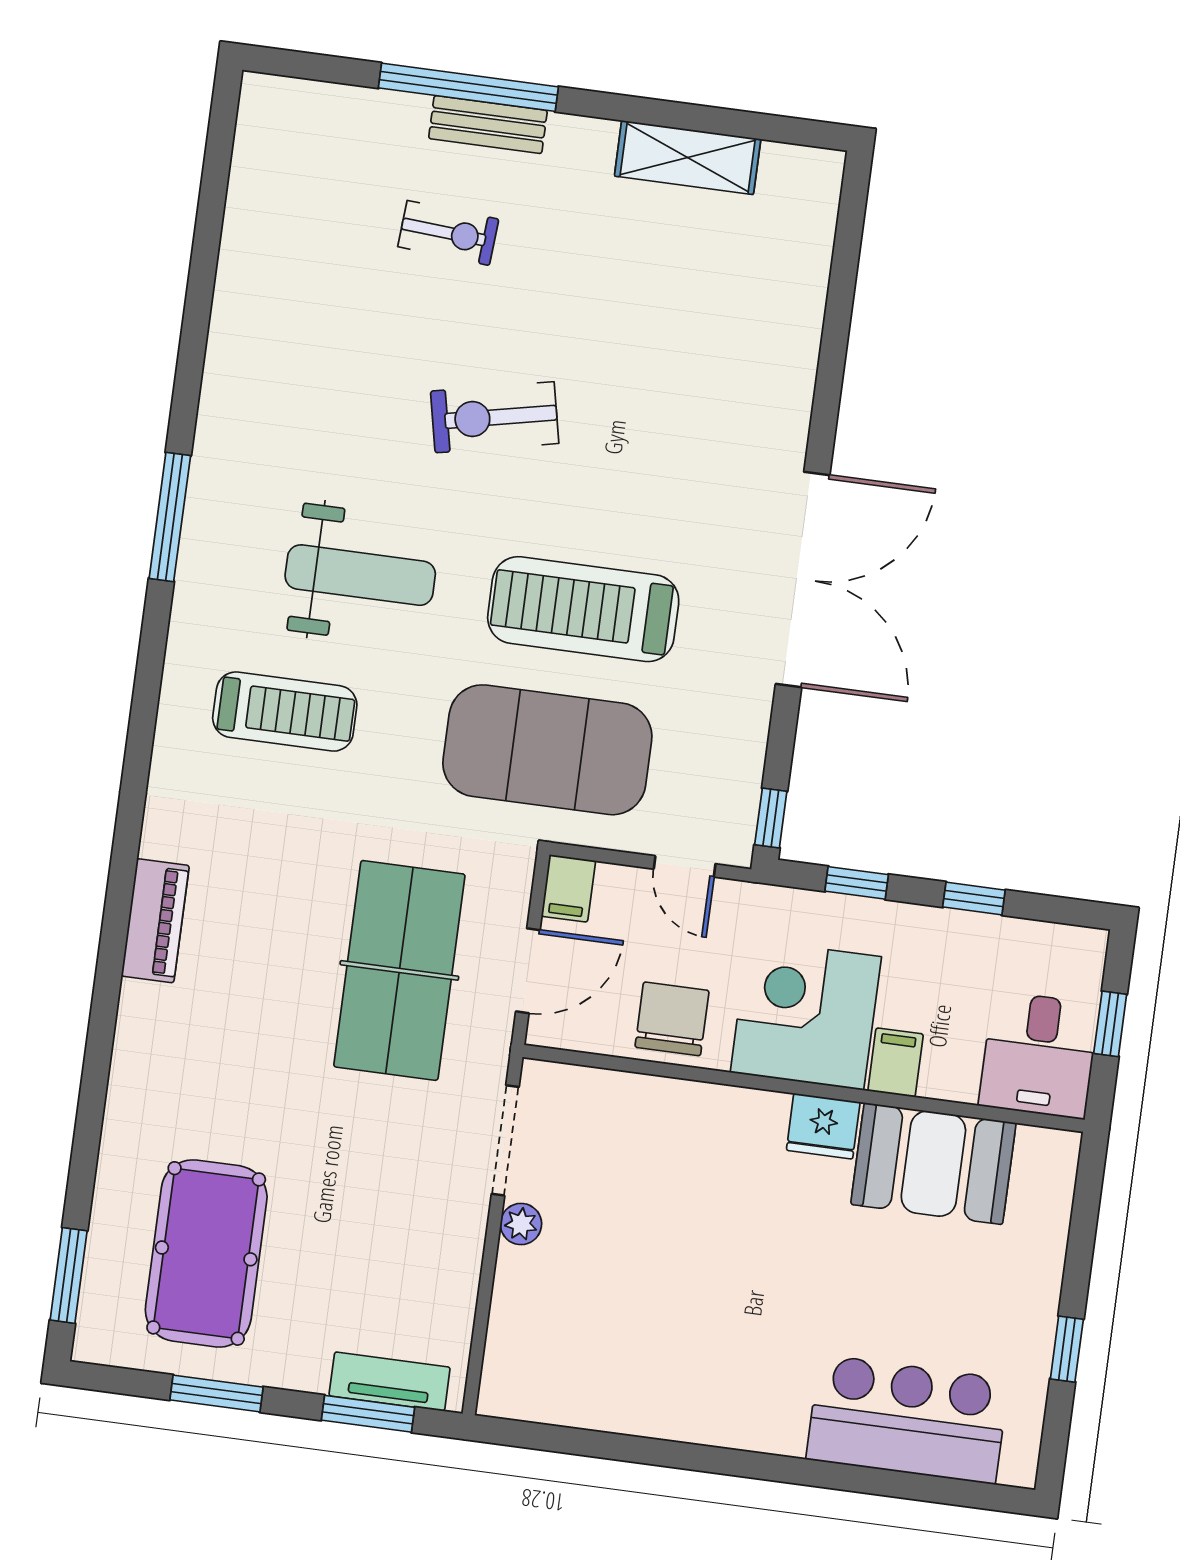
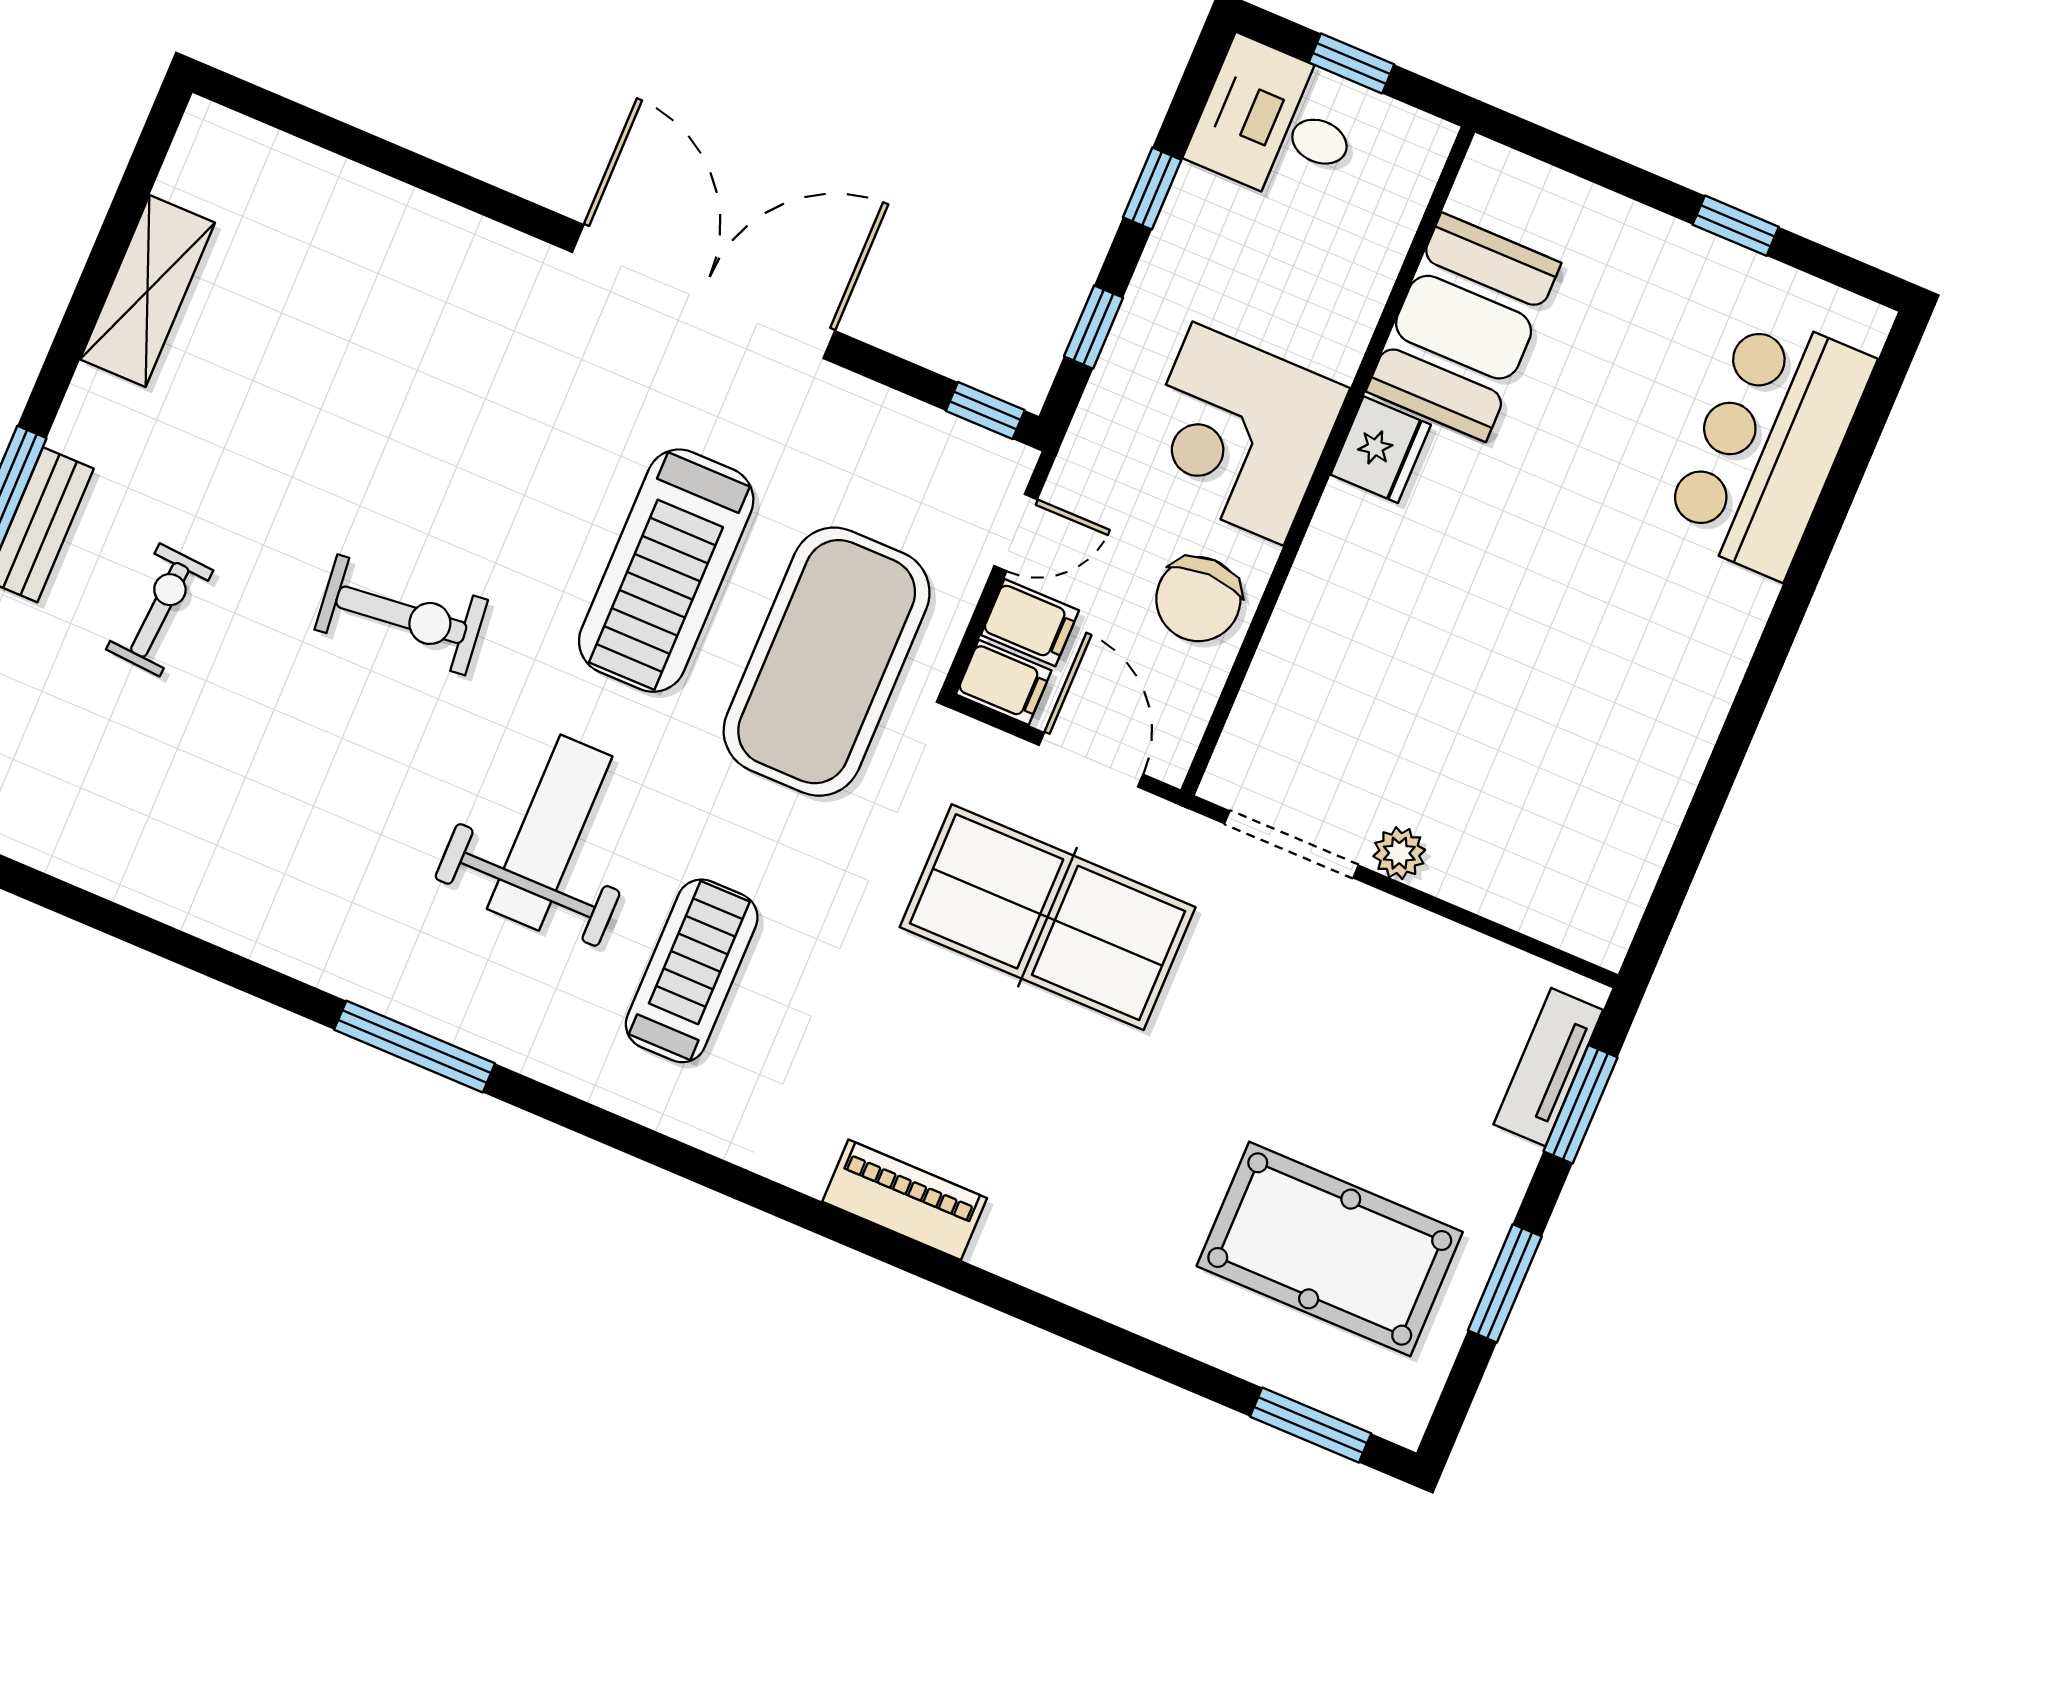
exercise bike: (495, 417) -> (401, 615), turned -84
chair: (672, 1019) -> (1198, 599), turned -90
desk: (1039, 1055) -> (1277, 124), moved, turned 180
filing cabinet: (896, 1062) -> (1030, 623), moved, turned 180

